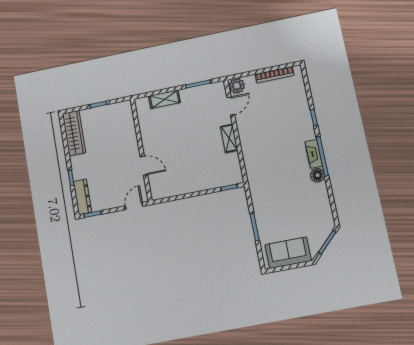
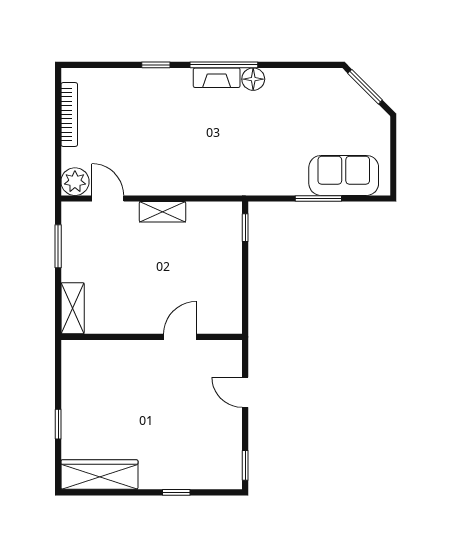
wall: (141, 150) -> (152, 337), moved
door: (144, 166) -> (180, 337), moved
dresser: (82, 197) -> (213, 478), removed
sofa: (288, 253) -> (344, 175), moved, turned 90

